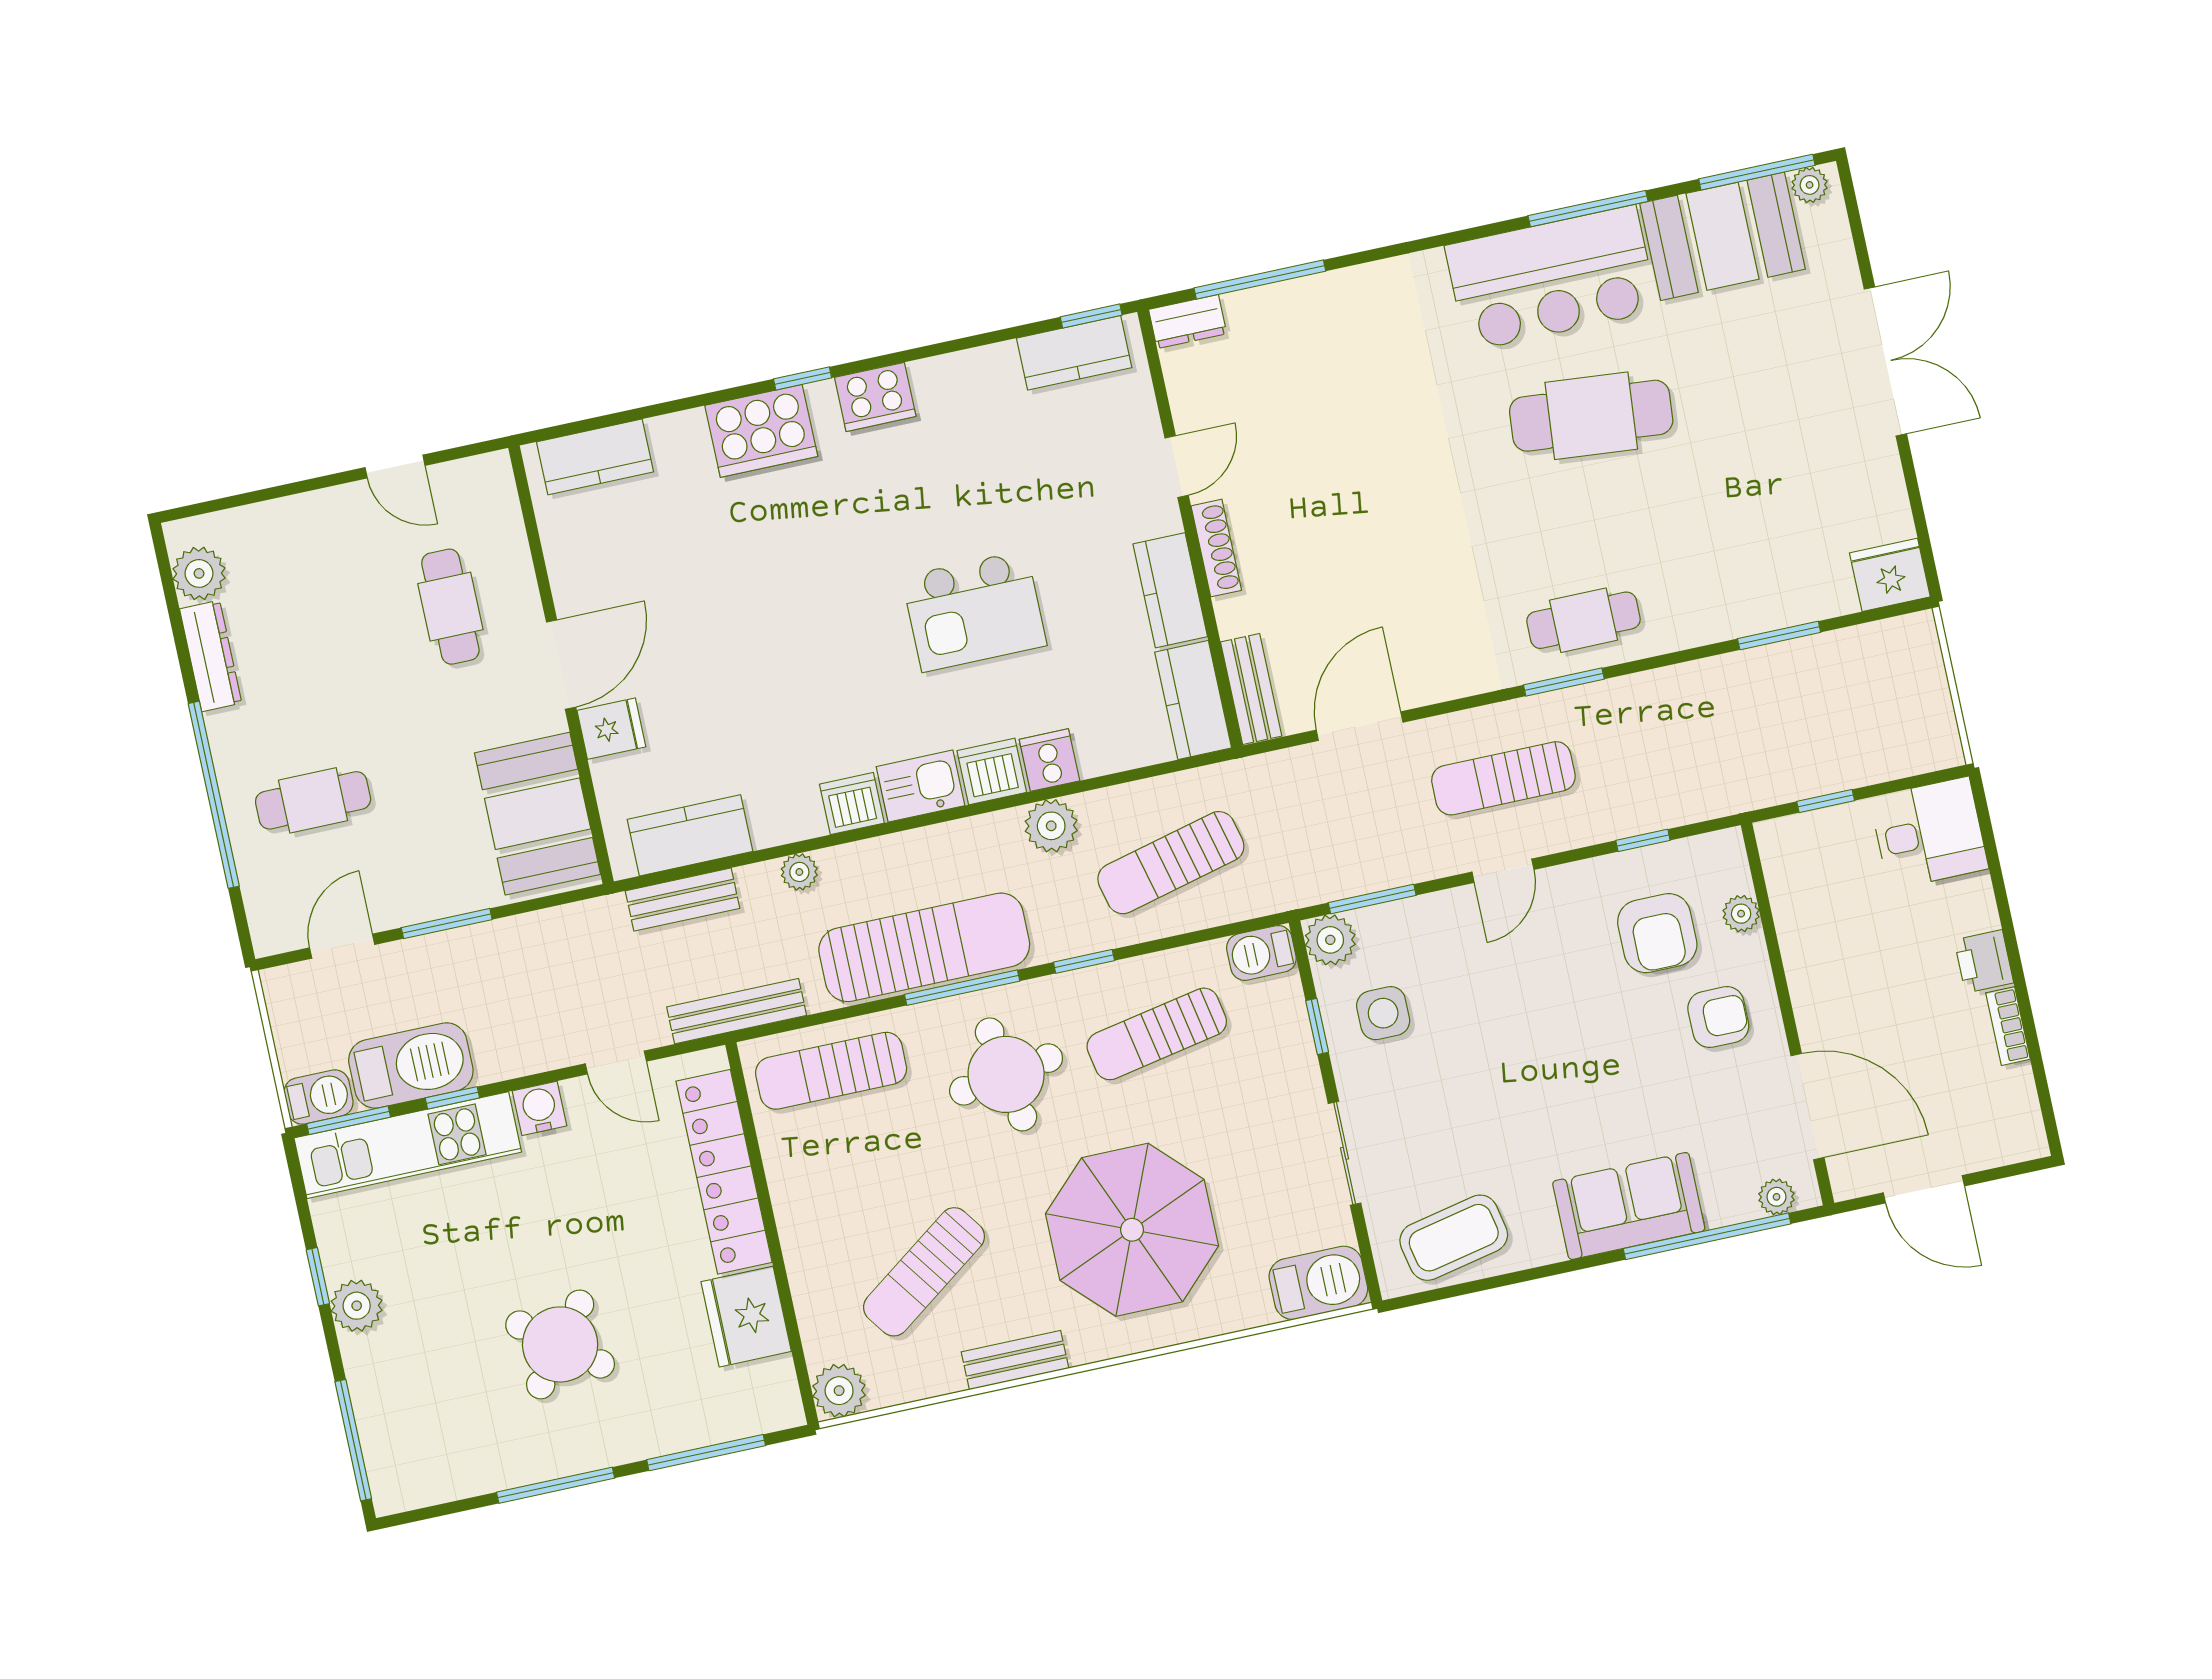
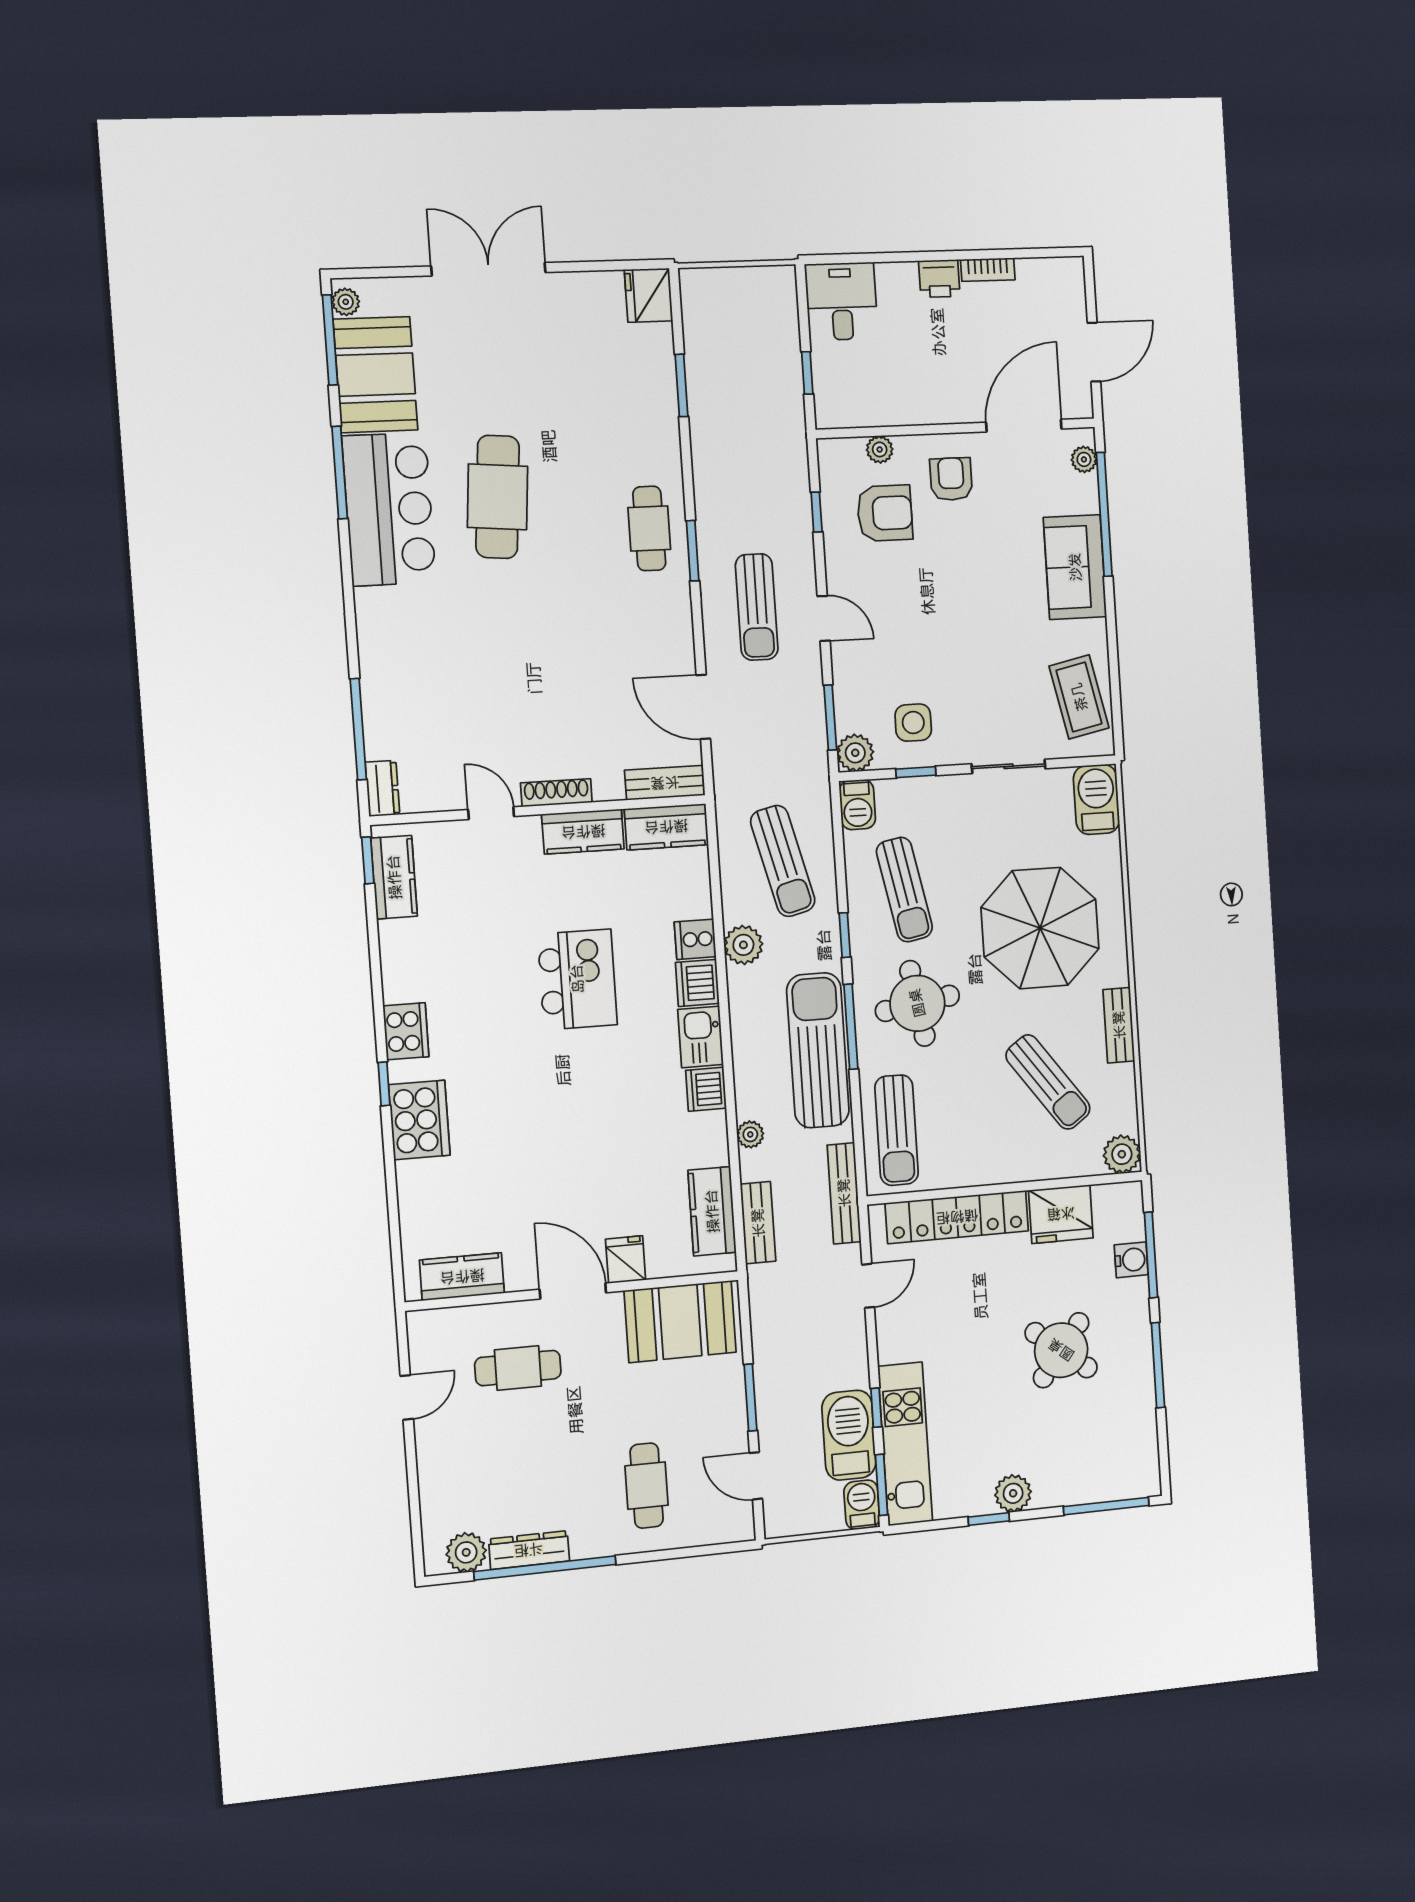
kitchen counter: (595, 457) -> (462, 1277), moved, turned -90
window: (214, 795) -> (545, 1568), moved
water cooler: (540, 1108) -> (1131, 1260), moved, turned 180

